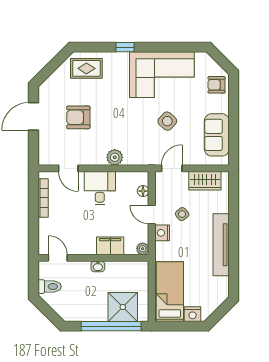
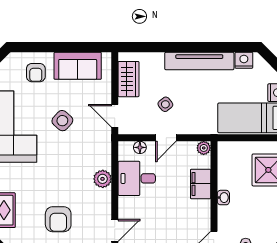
armchair: (216, 85) -> (36, 73), moved
desk: (100, 188) -> (137, 178), moved
nightstand: (162, 233) -> (244, 60), moved, turned 180

